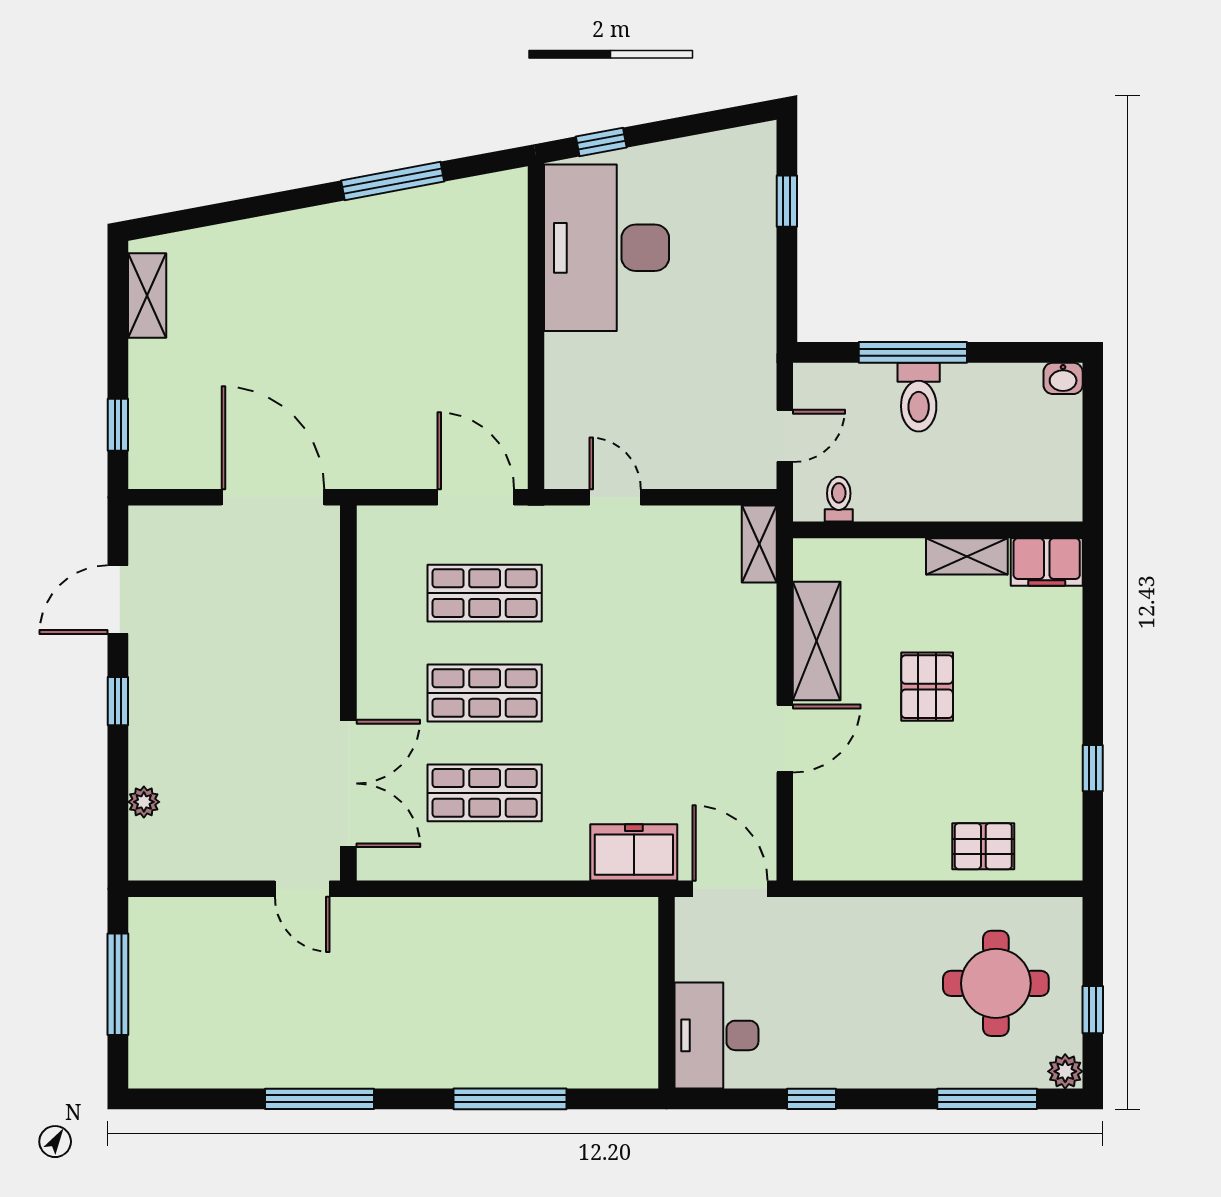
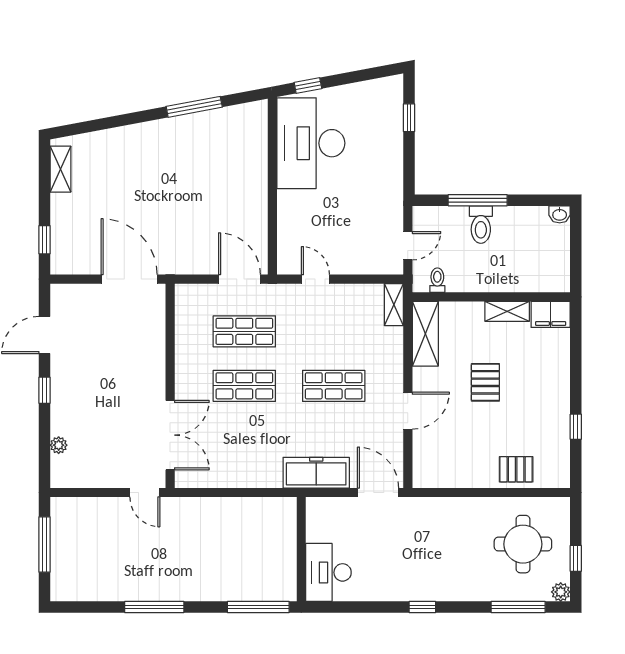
shelving: (817, 641) -> (425, 334), moved
shop shelf: (485, 793) -> (334, 386), moved
freezer: (634, 852) -> (316, 473), width x1.40
wall: (667, 993) -> (301, 549), moved
desk: (716, 1035) -> (328, 572), moved

